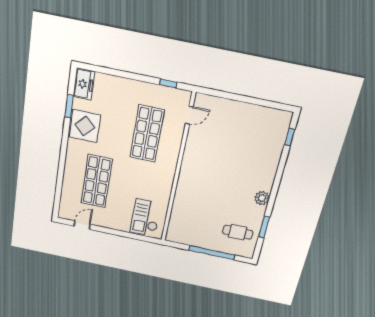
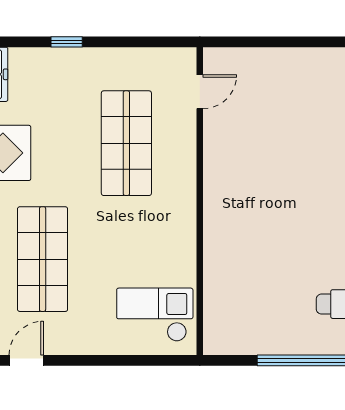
window: (168, 83) -> (67, 42), moved
checkout: (146, 218) -> (155, 315), turned 90

